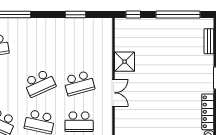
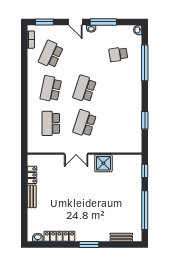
school desk: (40, 83) -> (85, 89), turned 42
school desk: (79, 83) -> (85, 123), turned 33

